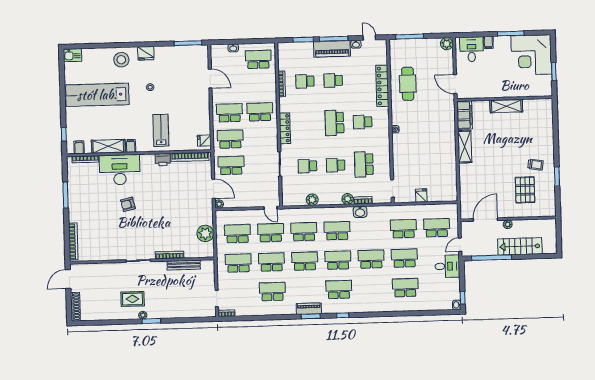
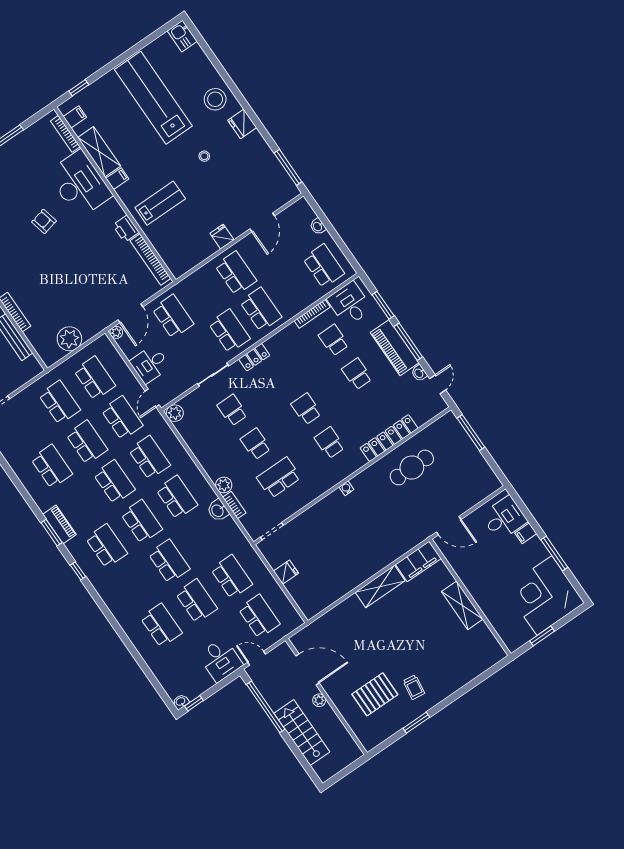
plant: (447, 44) -> (491, 483), removed
desk: (290, 58) -> (350, 304), added
door: (455, 84) -> (449, 526), swing flipped
school desk: (334, 123) -> (306, 409), width x0.54
locker: (285, 128) -> (254, 357), width x0.66
school desk: (230, 139) -> (229, 331), moved
fridge: (204, 141) -> (222, 237), moved
desk: (250, 196) -> (150, 364), added
plant: (312, 200) -> (175, 413), moved

